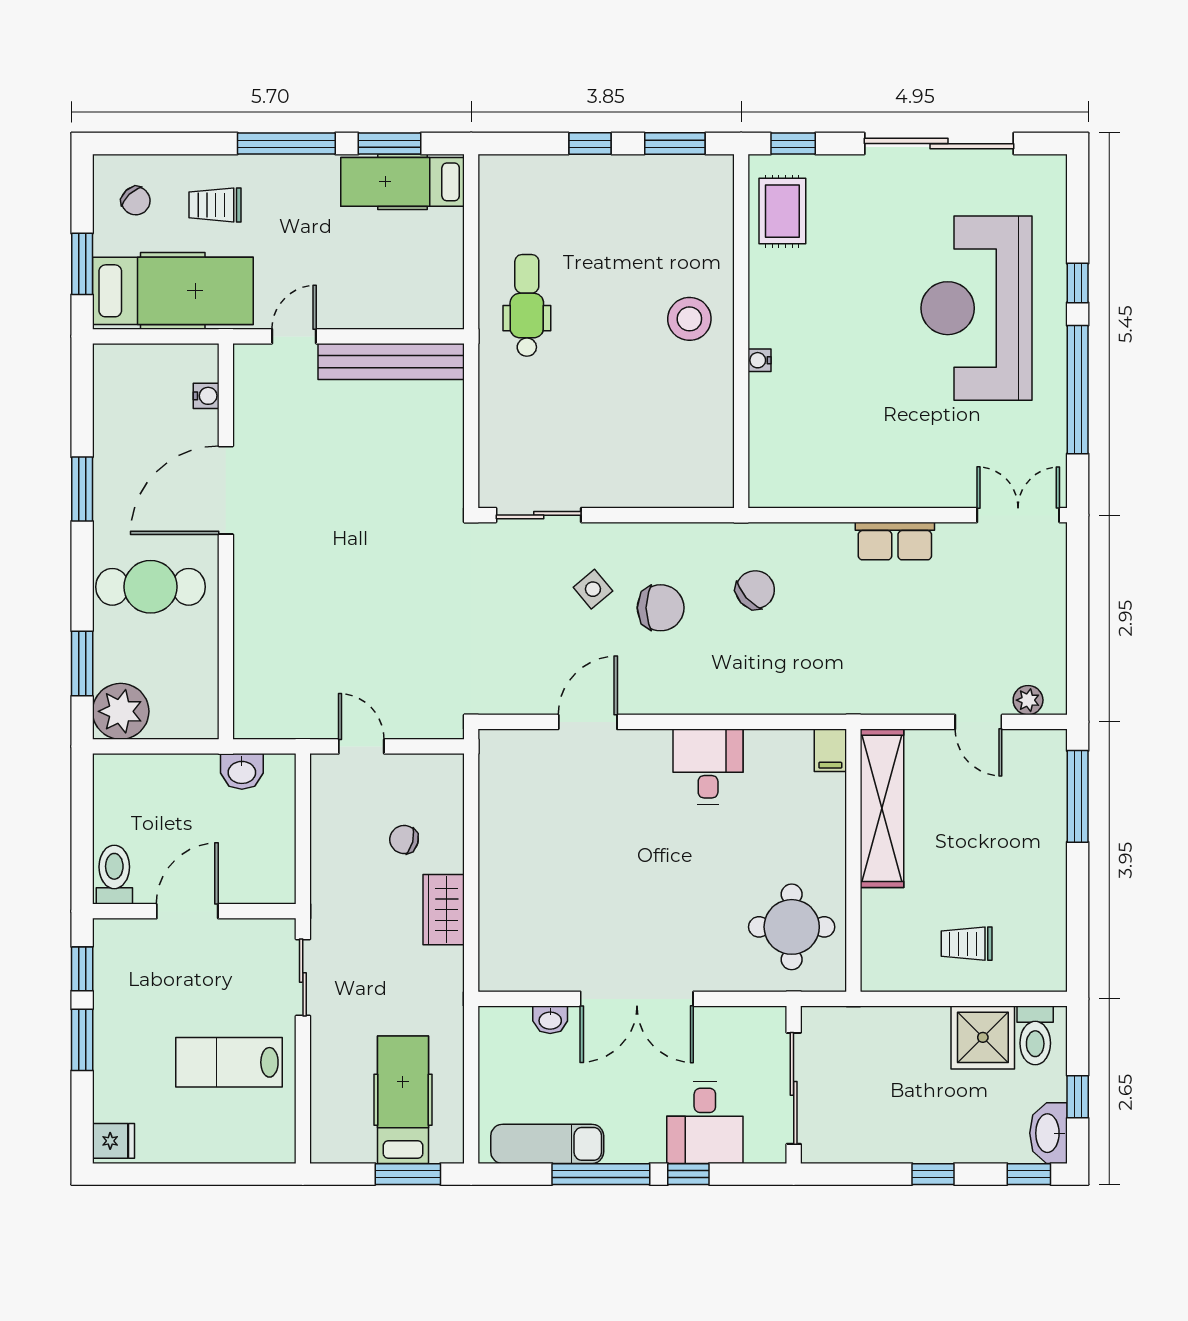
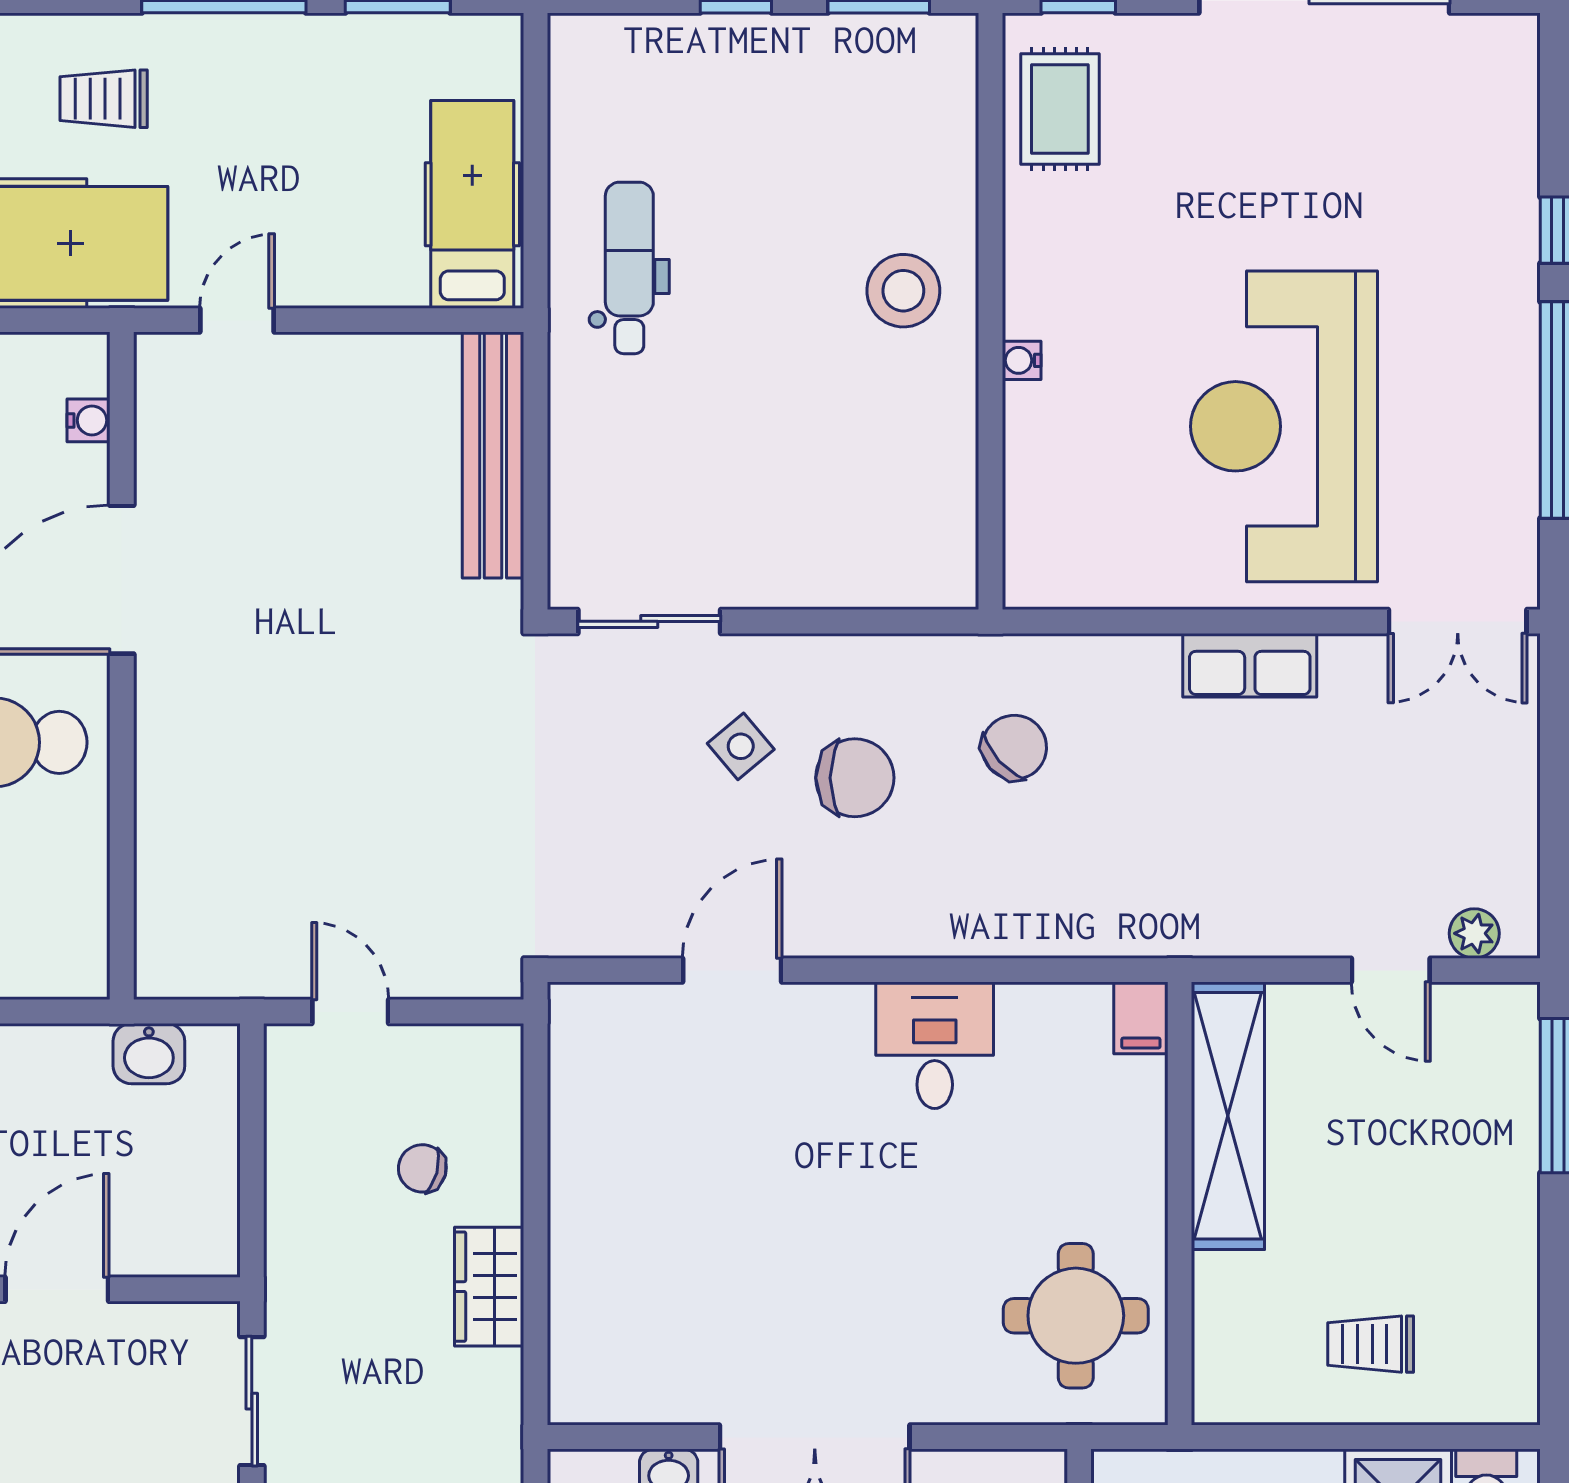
hospital bed: (403, 182) -> (472, 204), moved, turned 90
reception desk: (976, 308) -> (1284, 426), moved
bench: (391, 361) -> (493, 455), moved, turned 90
double door: (1018, 515) -> (1458, 621), swing flipped

